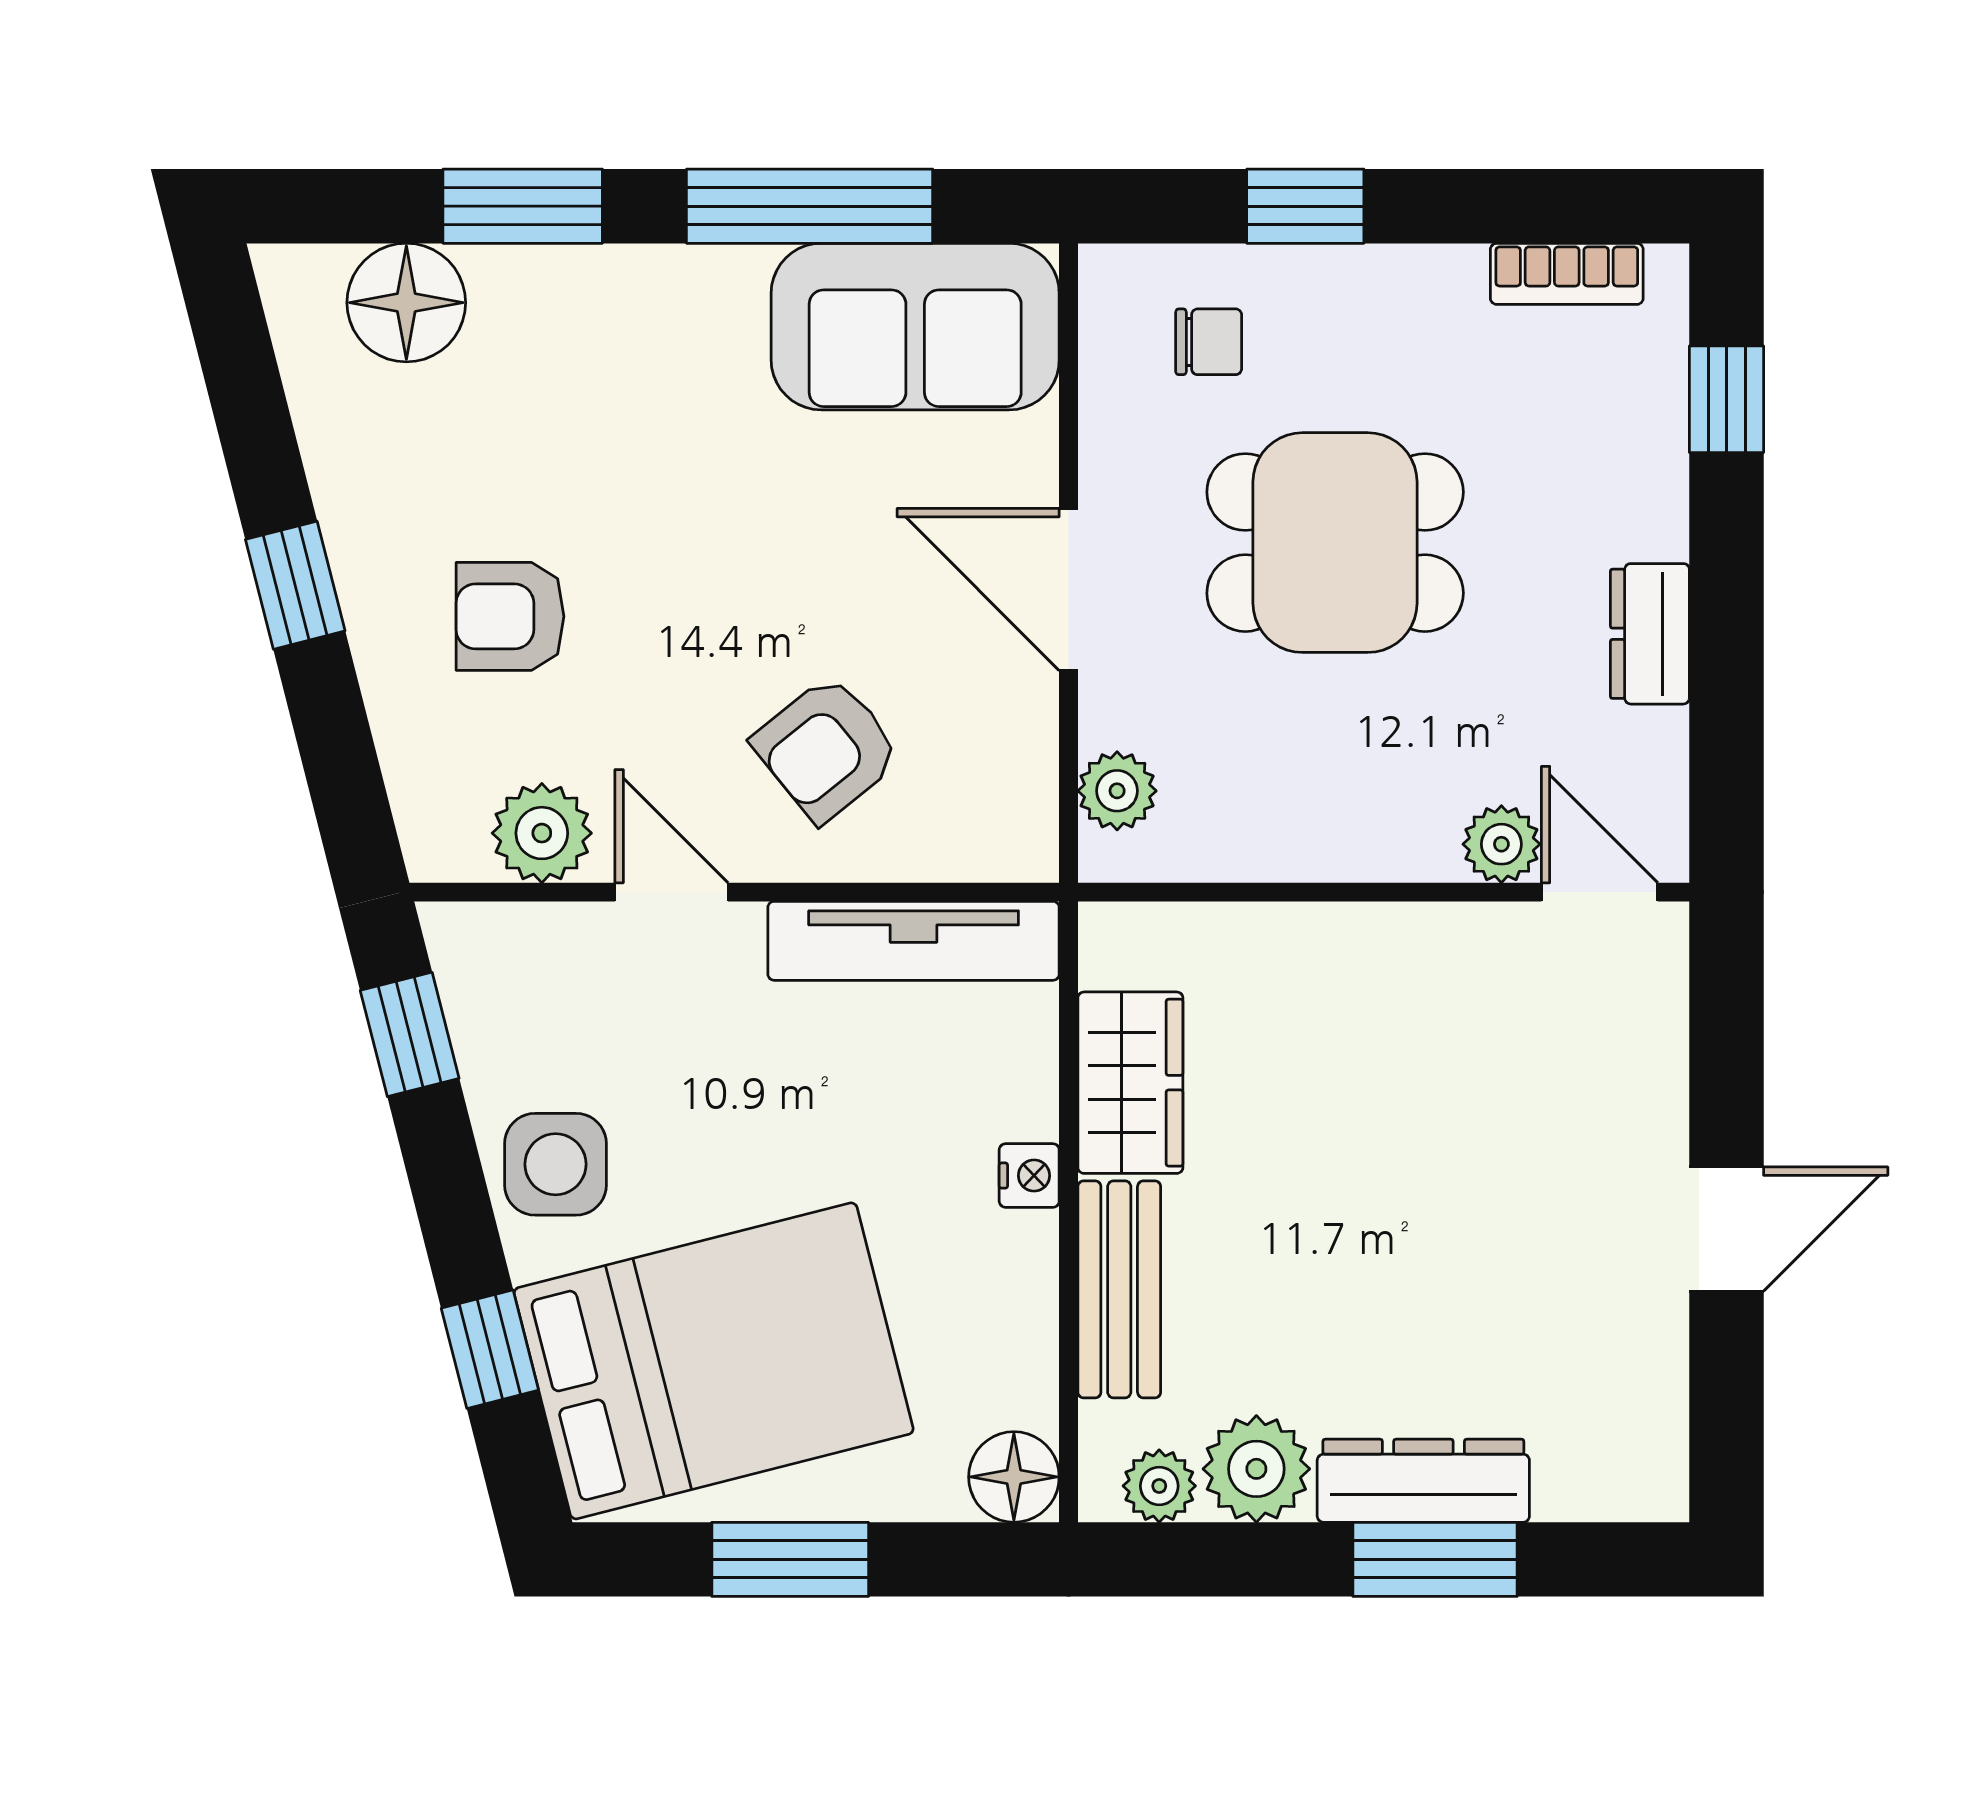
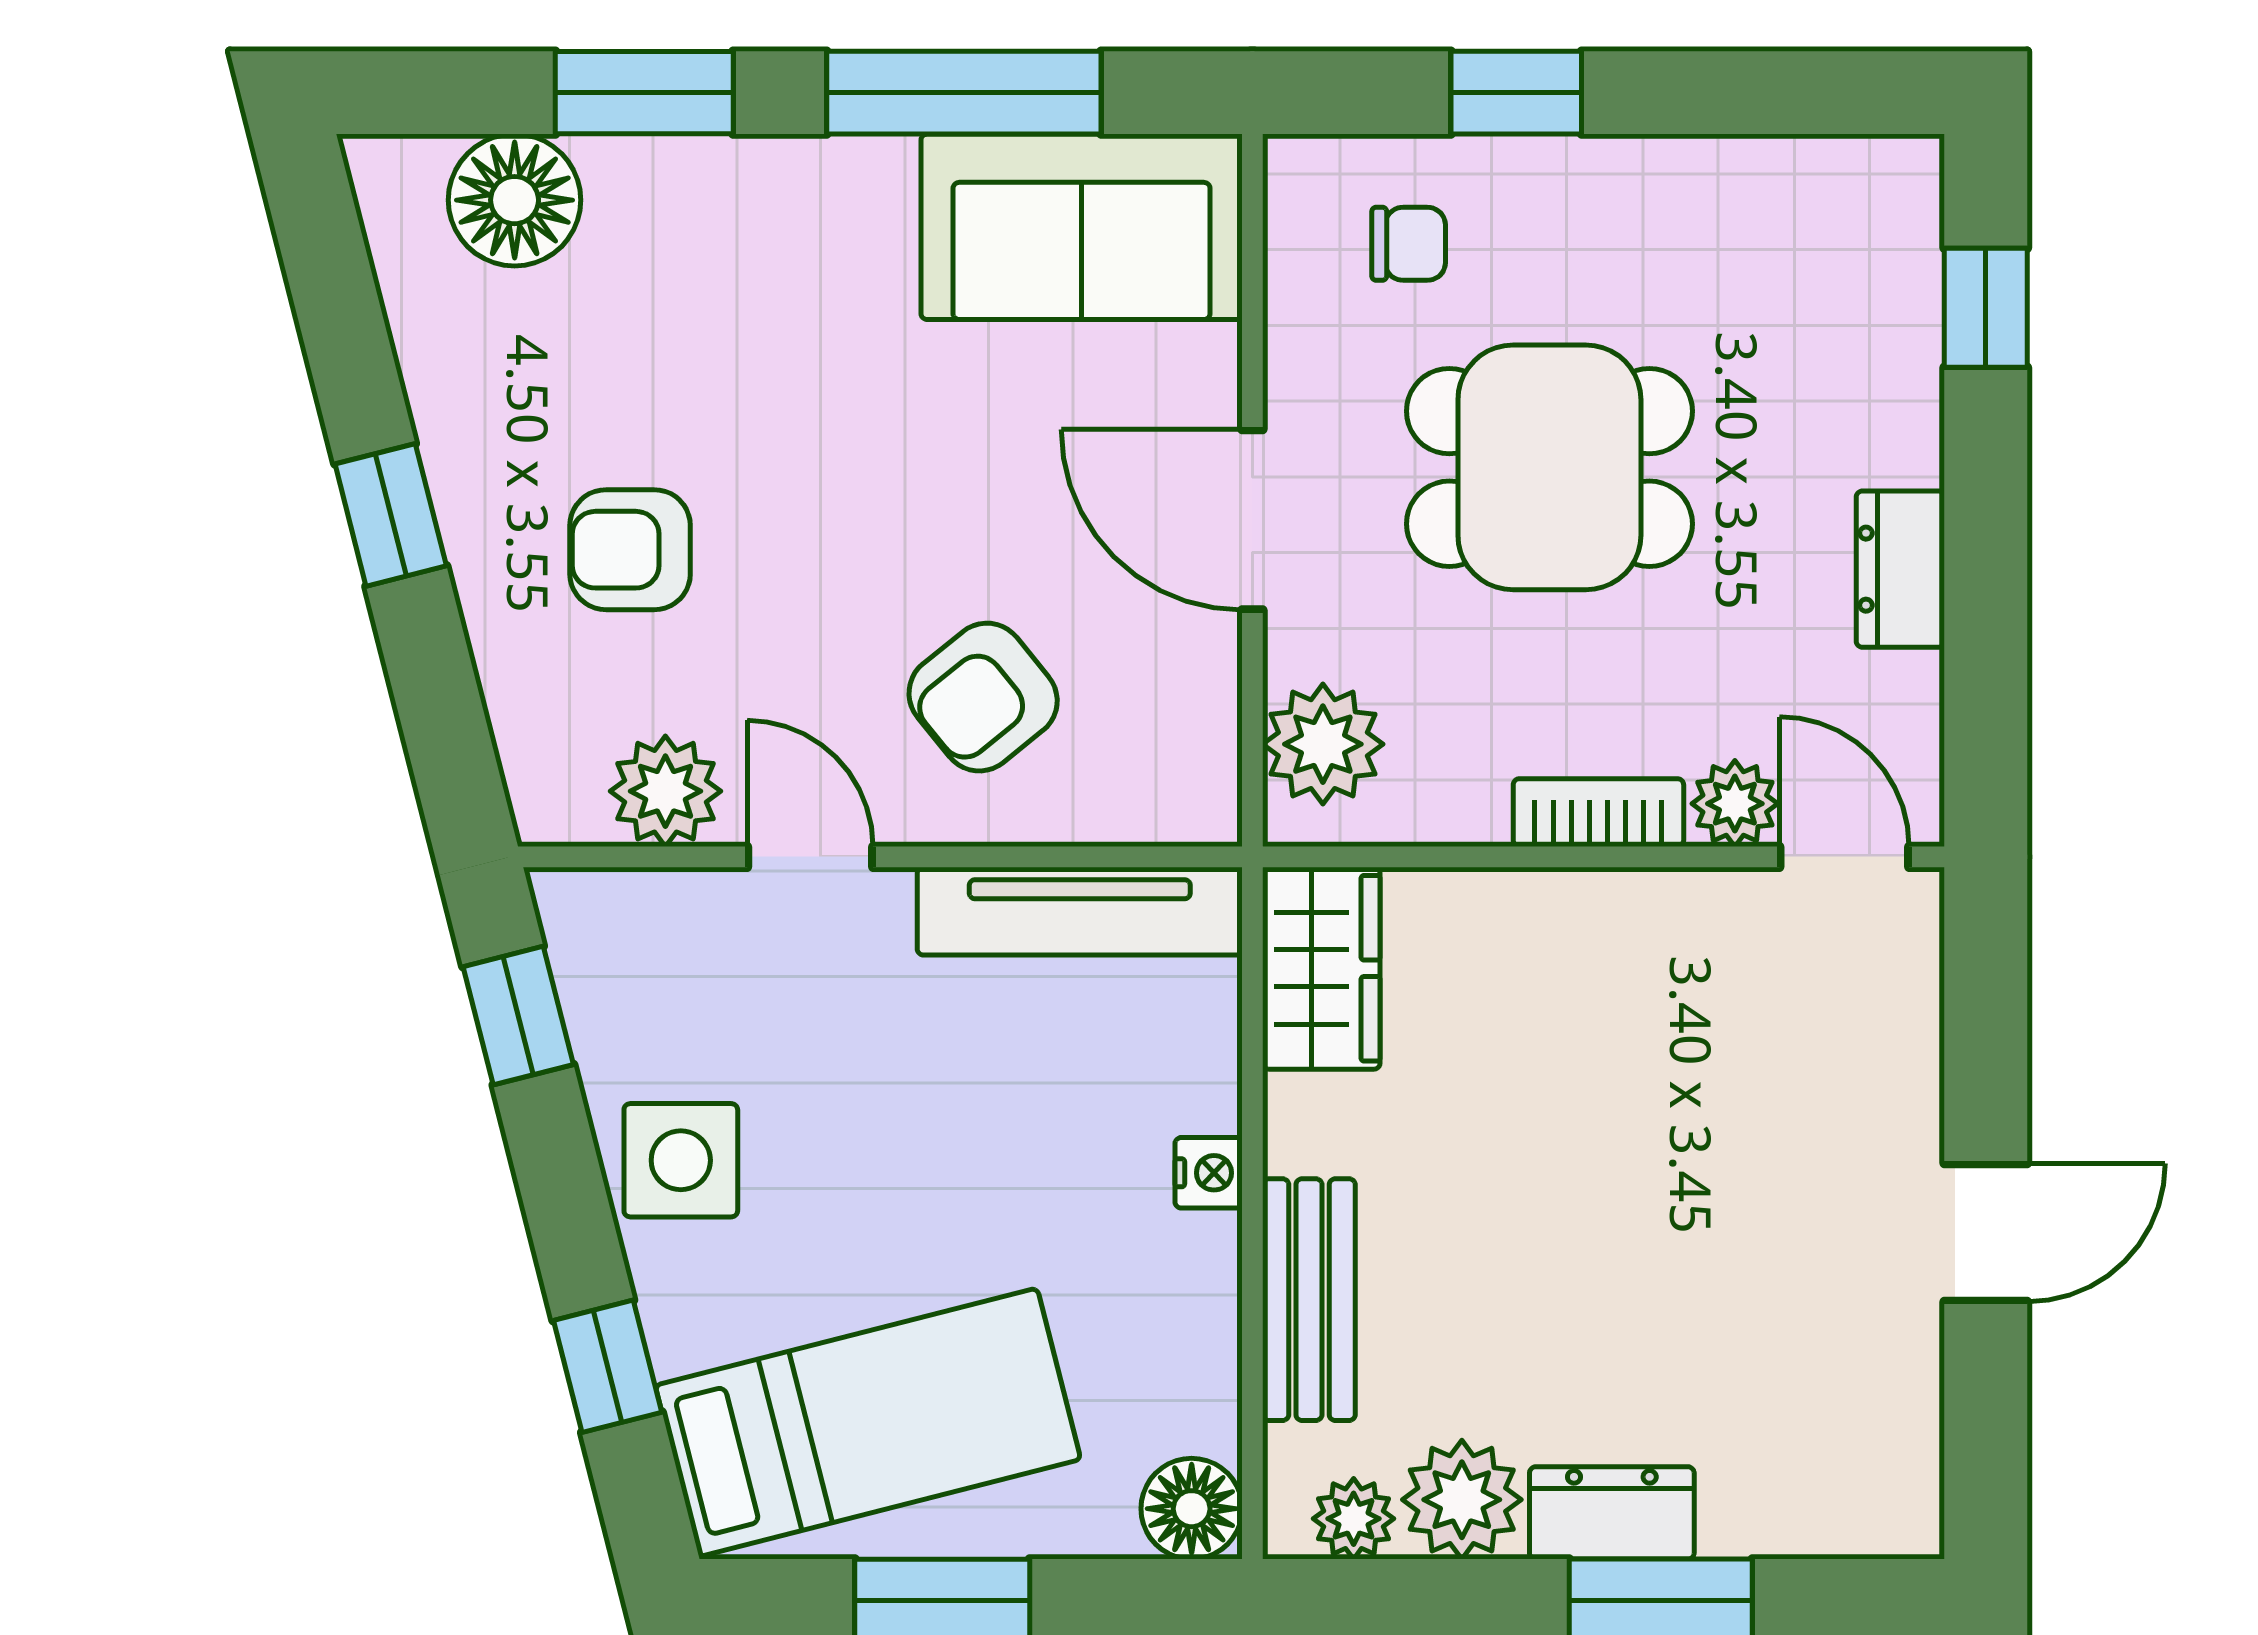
bookcase: (1567, 274) -> (1598, 813), moved, turned 180
plant: (1117, 791) -> (1323, 744), width x1.38, depth x1.38
wardrobe: (1130, 1083) -> (1321, 968), moved
bed: (714, 1361) -> (868, 1422), width x0.67
dresser: (1423, 1481) -> (1612, 1513), width x0.70

